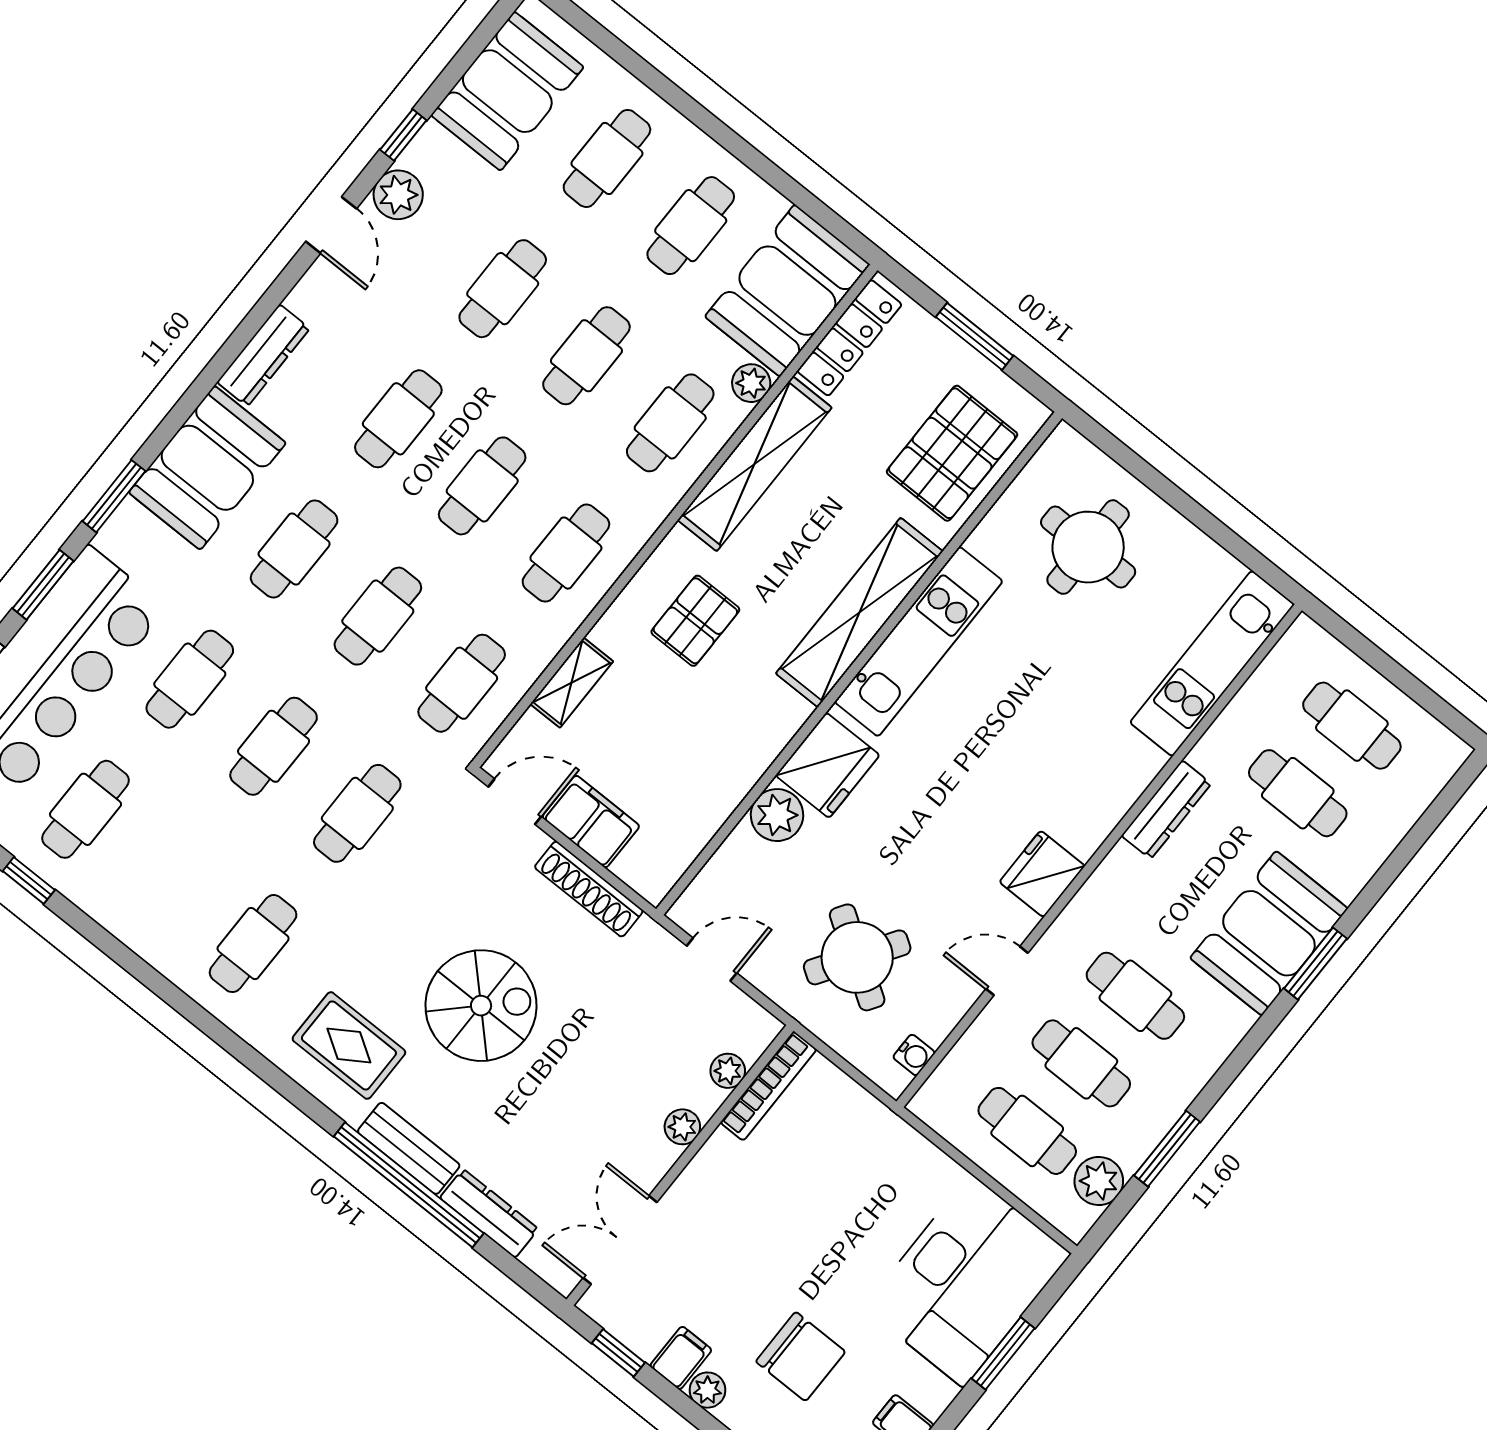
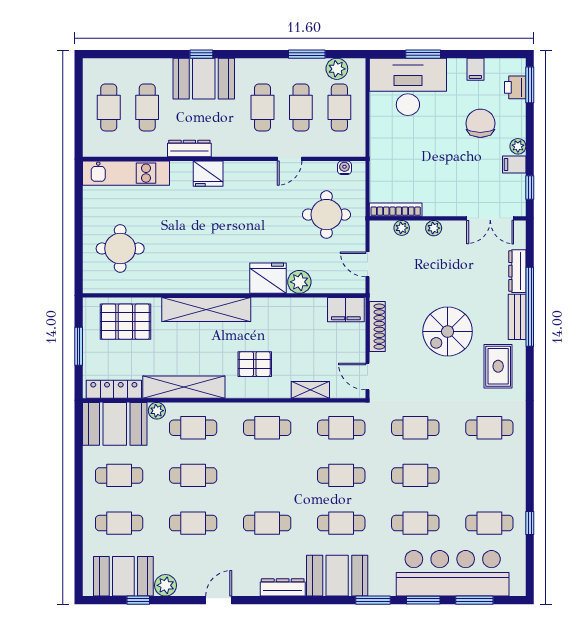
window: (403, 135) -> (138, 600), moved
plant: (398, 195) -> (166, 585), moved
cafe table: (482, 486) -> (267, 475), removed
kitchen unit: (919, 642) -> (200, 281), removed
filing cabinet: (591, 822) -> (346, 310), moved, turned -90
fridge: (1042, 874) -> (208, 174), moved
round table: (857, 957) -> (326, 215), turned -33
window: (1315, 964) -> (201, 54), width x0.67
door: (1007, 971) -> (290, 159), hinge flipped
spiral stairs: (481, 1006) -> (448, 332), turned -90

